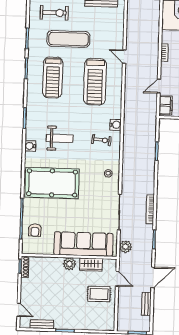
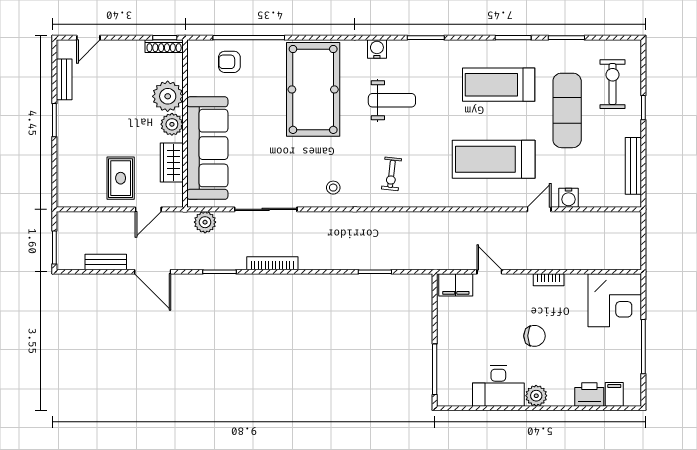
exercise bike: (54, 13) -> (613, 84), turned 180
water cooler: (115, 125) -> (568, 198), moved
weight bench: (60, 138) -> (392, 100), turned -90
plant: (53, 266) -> (168, 96), added

